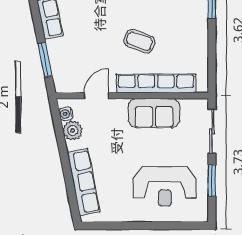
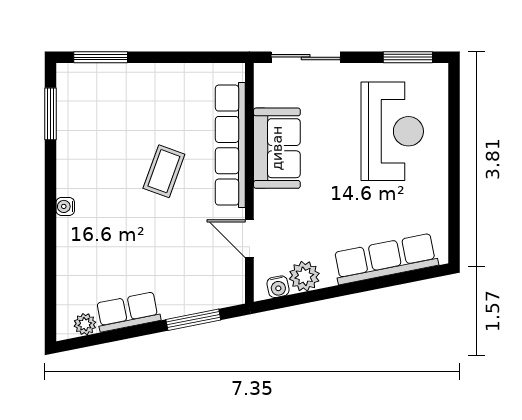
window: (212, 181) -> (408, 57), moved

